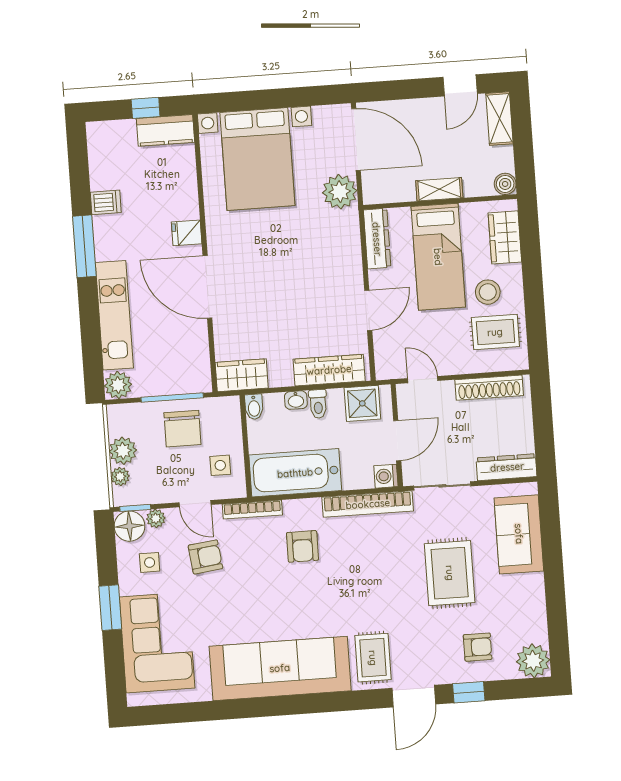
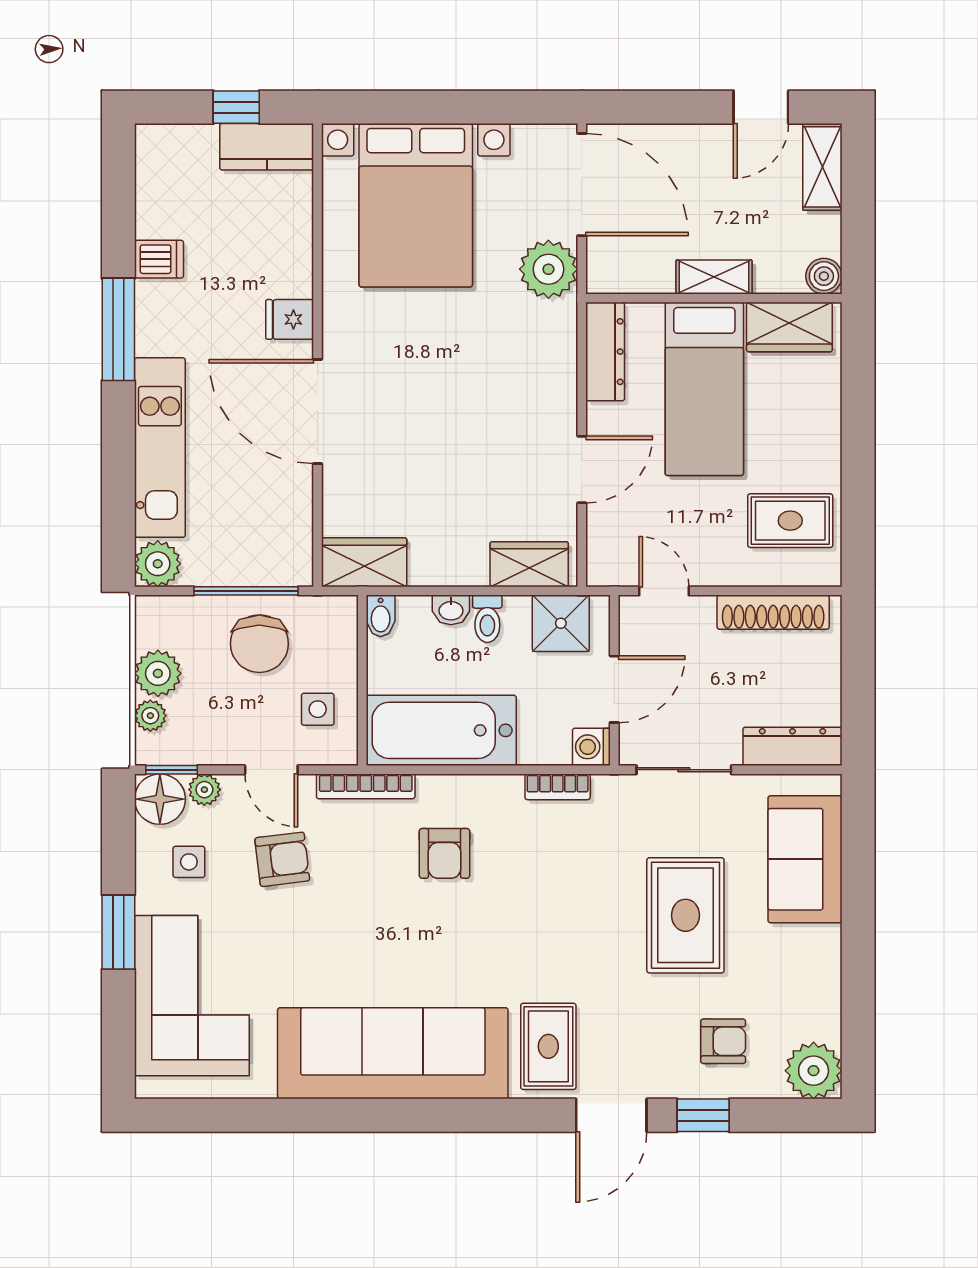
wardrobe: (505, 237) -> (789, 327), moved, turned -90
stool: (488, 292) -> (782, 453), removed
wardrobe: (329, 370) -> (529, 564), width x0.67
bookcase: (368, 504) -> (558, 787), width x0.43, depth x0.76

